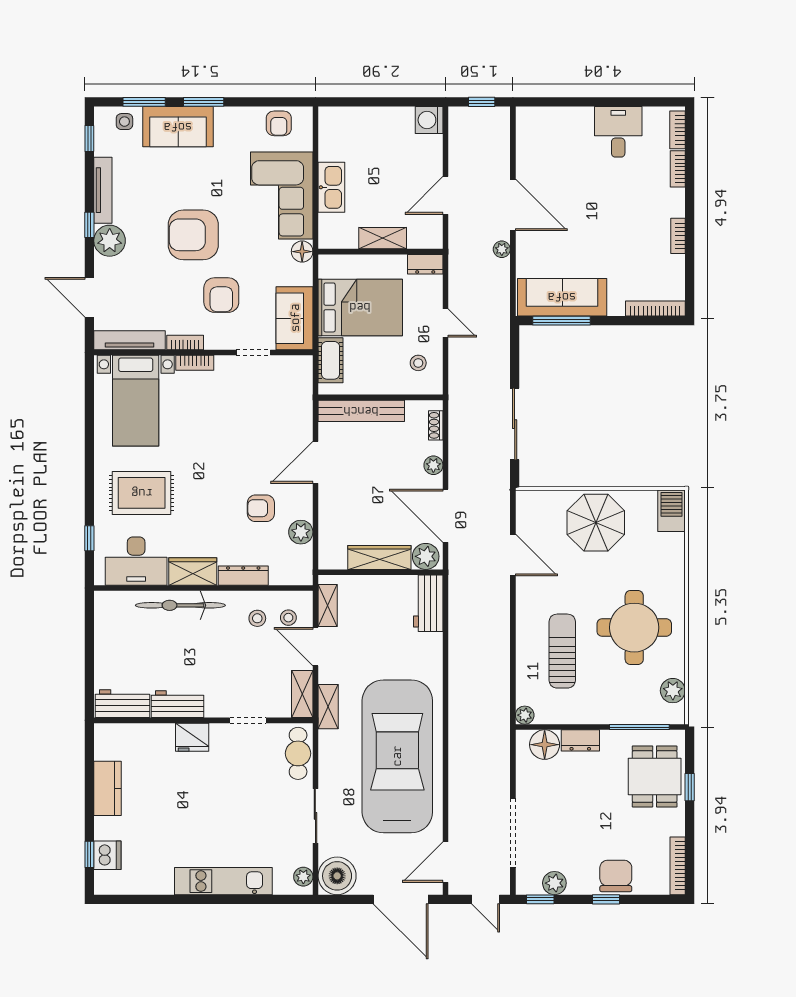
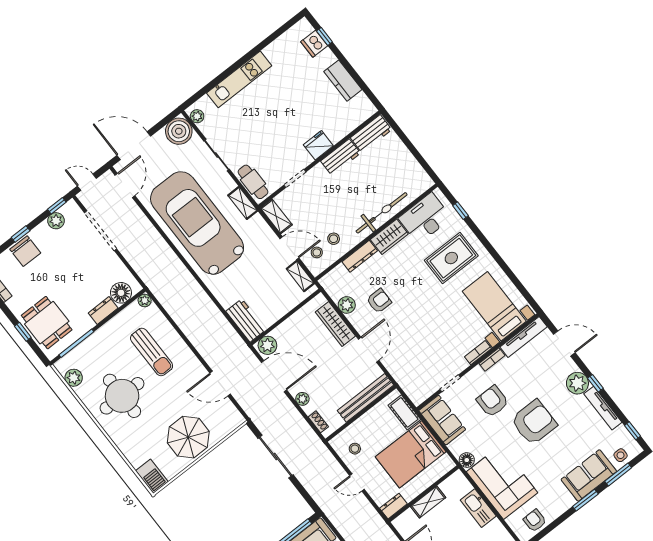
wardrobe: (379, 557) -> (335, 324), moved, turned 90
shelving: (328, 707) -> (243, 203), moved
car: (397, 756) -> (197, 223), turned 180

